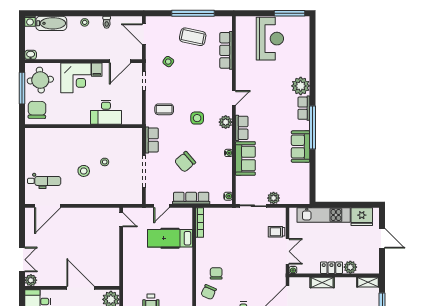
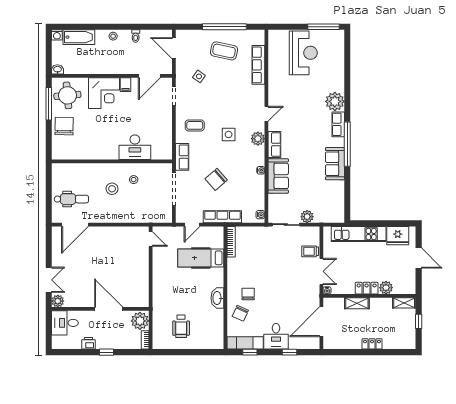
desk: (106, 112) -> (135, 147), moved
wall: (84, 126) -> (112, 161), moved
washbasin: (186, 277) -> (217, 298), added

